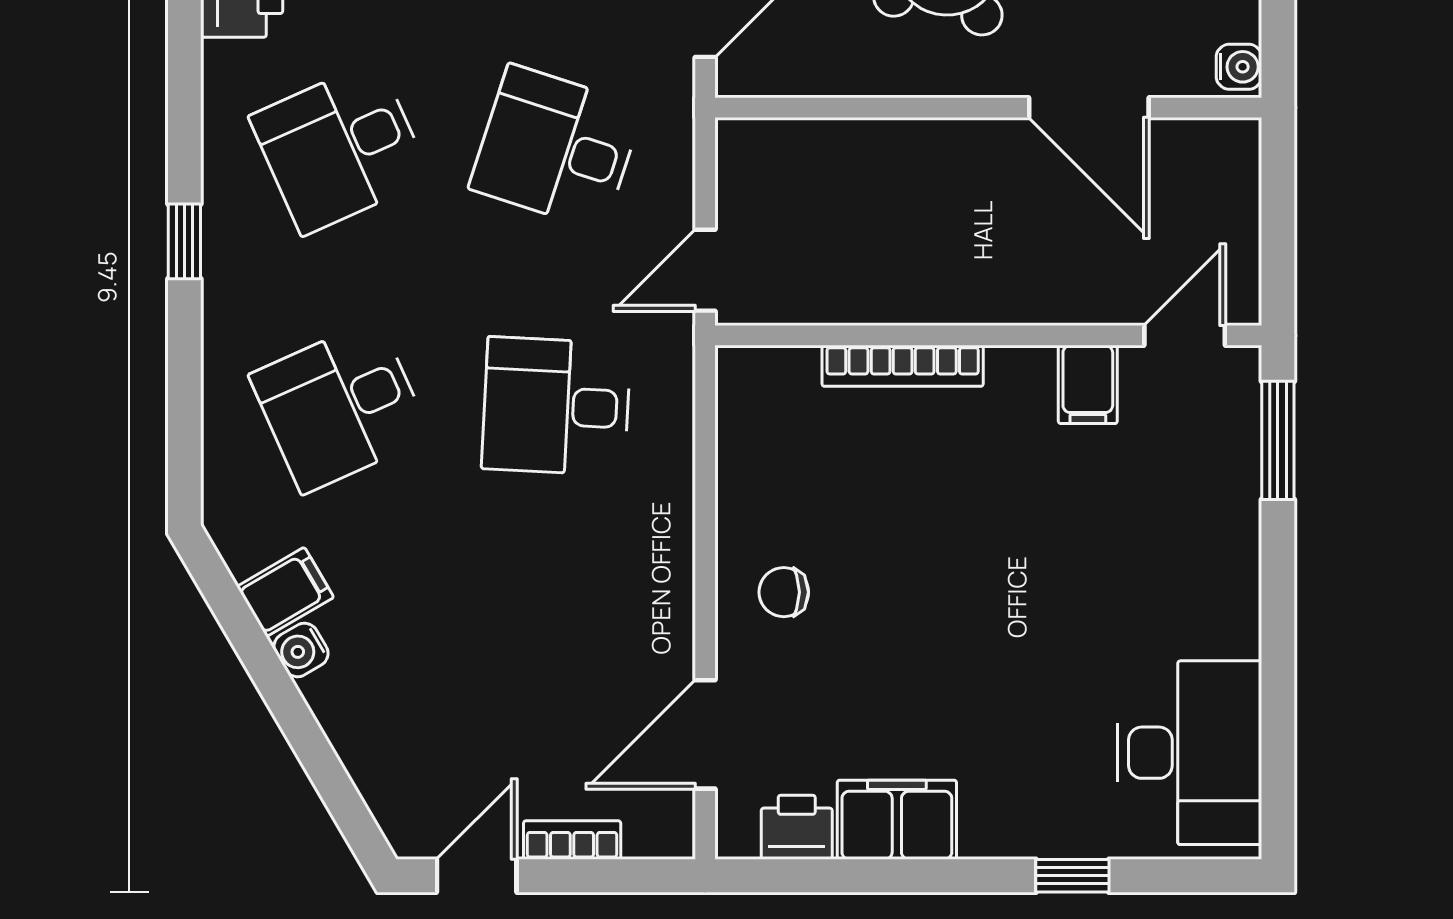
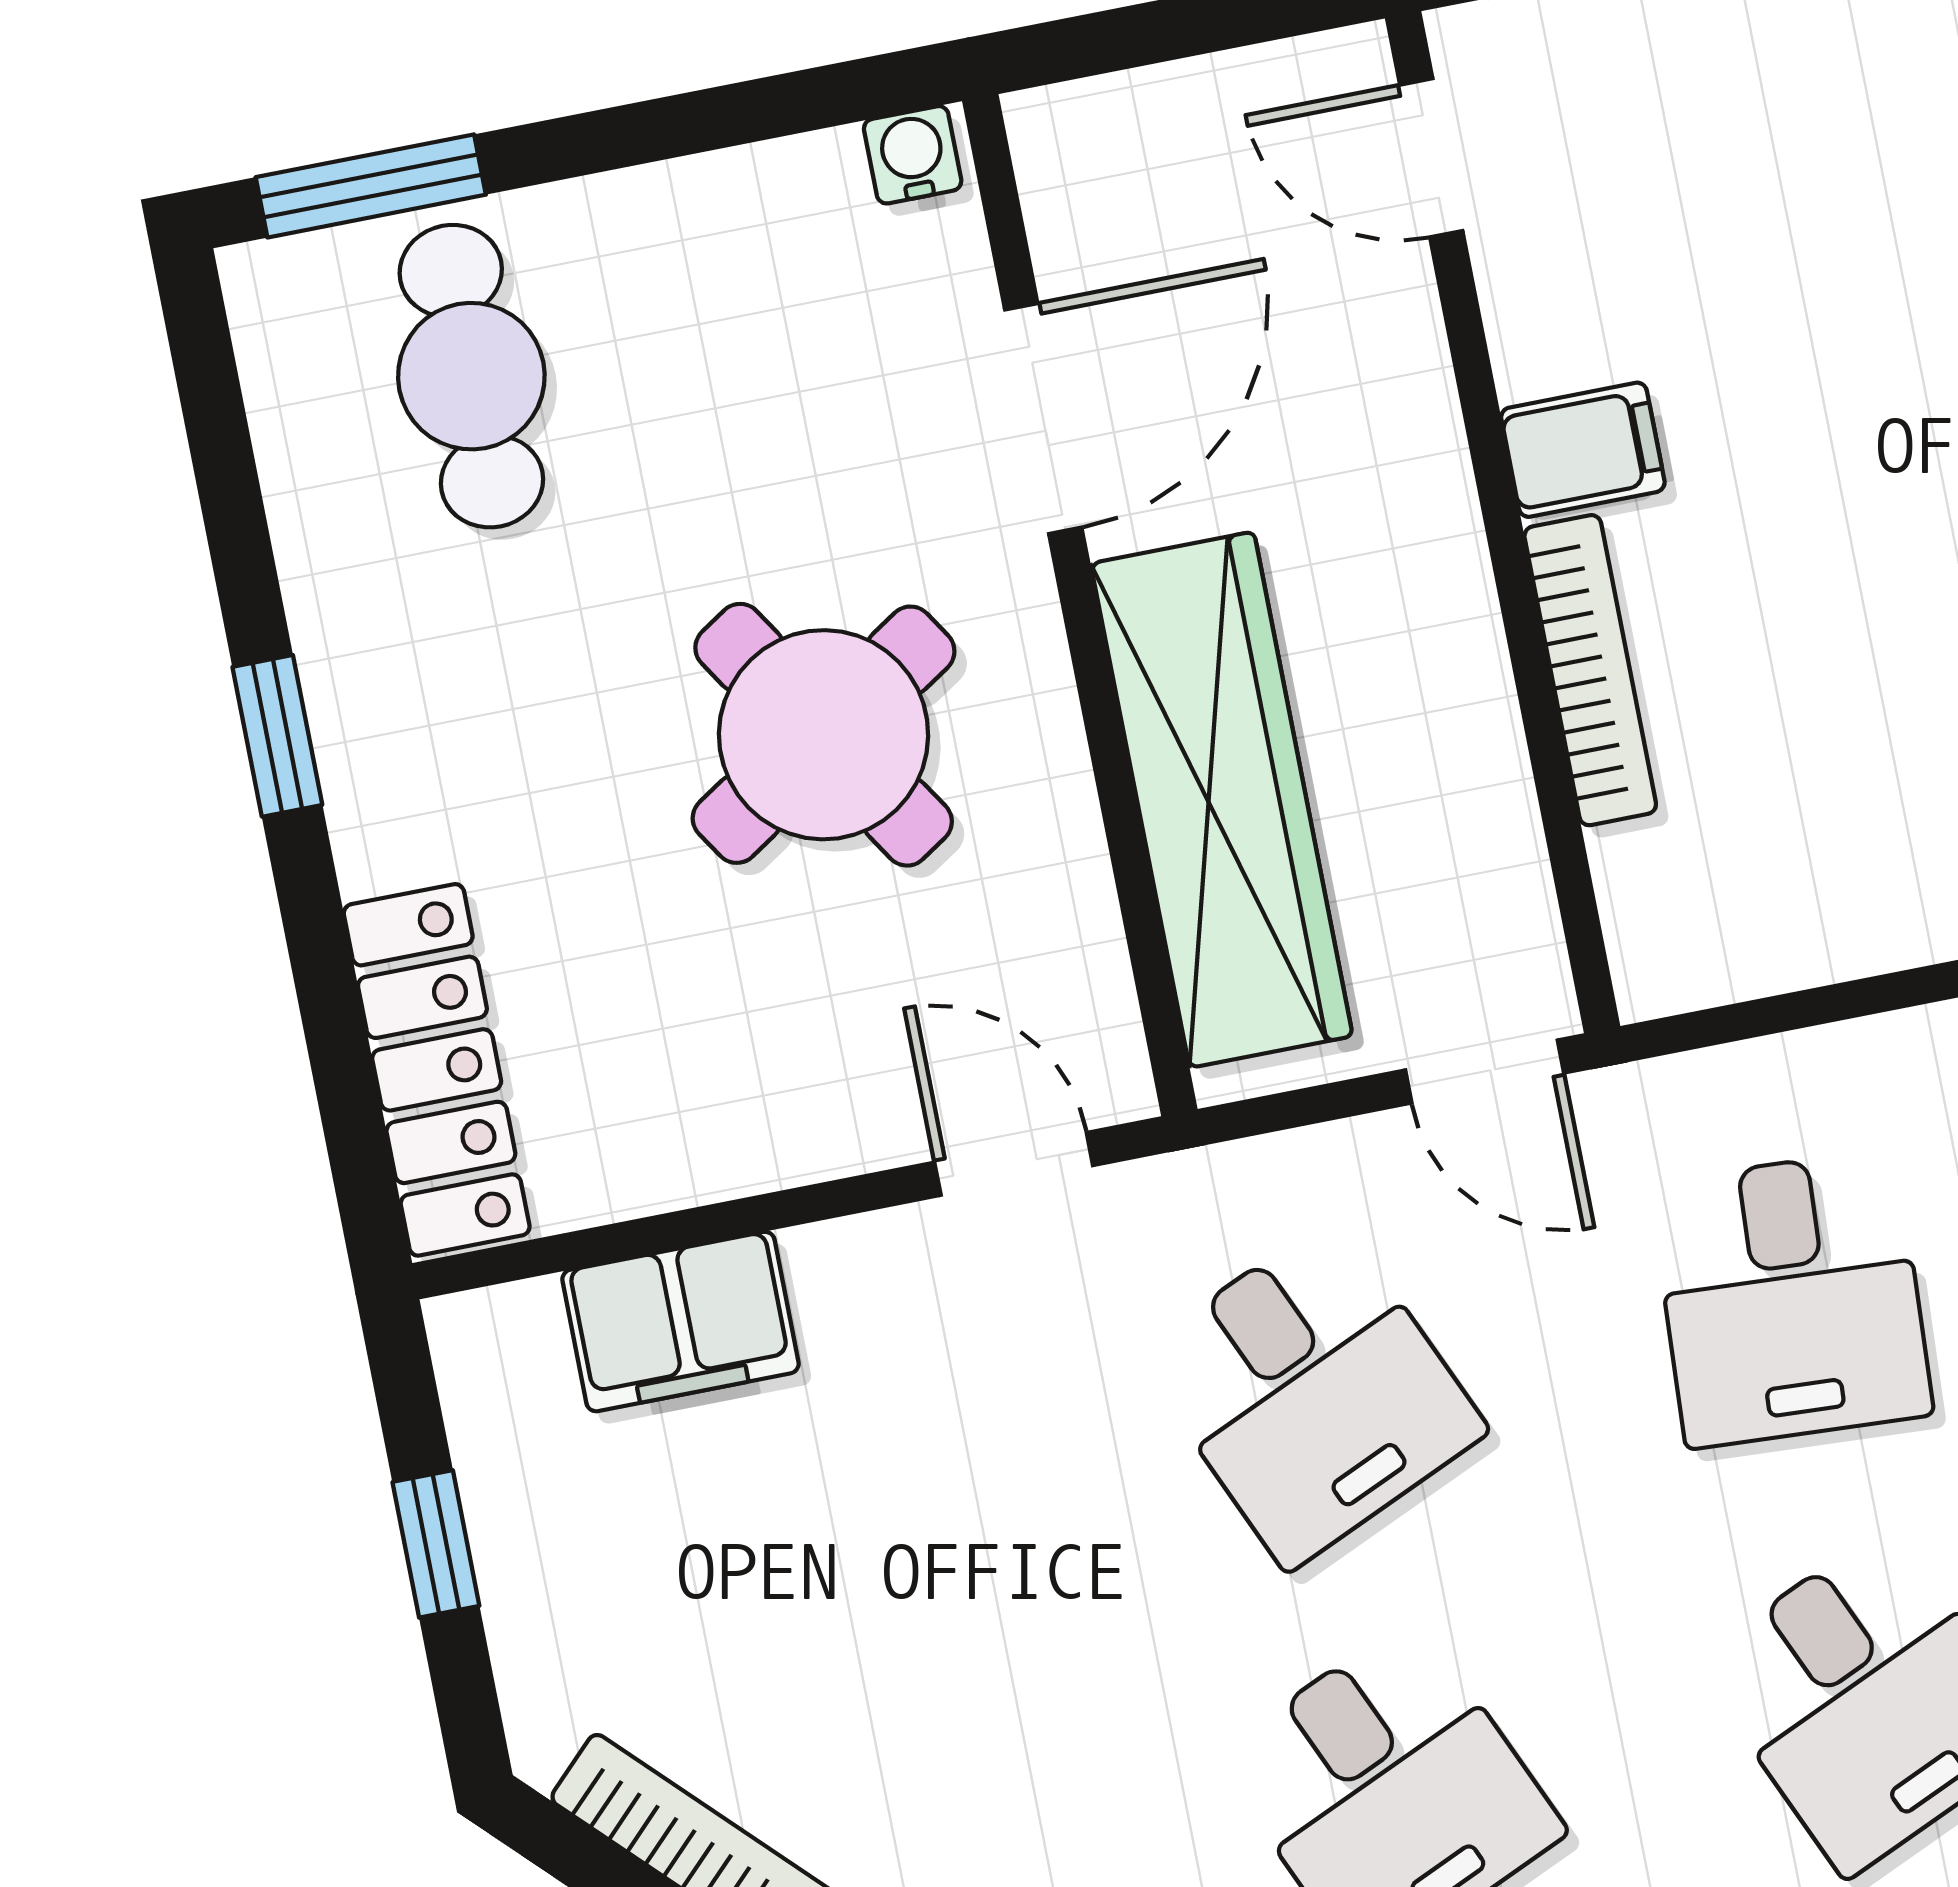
desk: (556, 148) -> (1311, 1393), turned -42
wardrobe: (873, 161) -> (1222, 800), added
filing cabinet: (1088, 384) -> (1583, 450), moved

